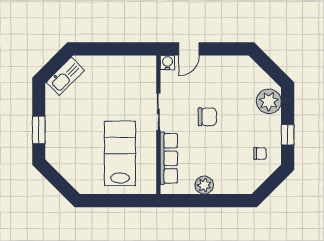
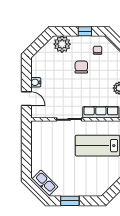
water cooler: (167, 63) -> (36, 82), moved
chair: (207, 117) -> (81, 67), moved
window: (39, 130) -> (70, 201), moved

